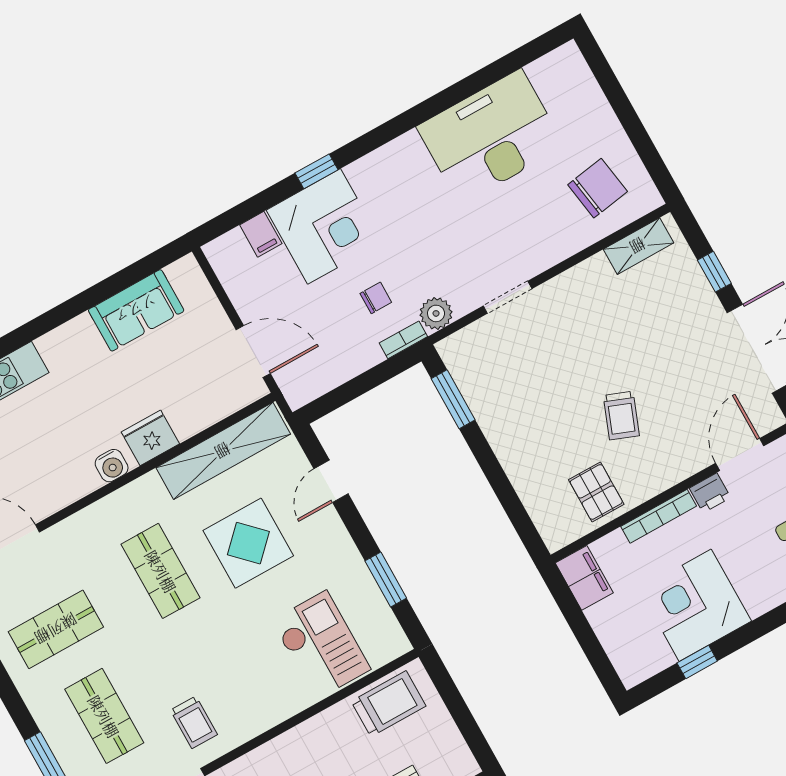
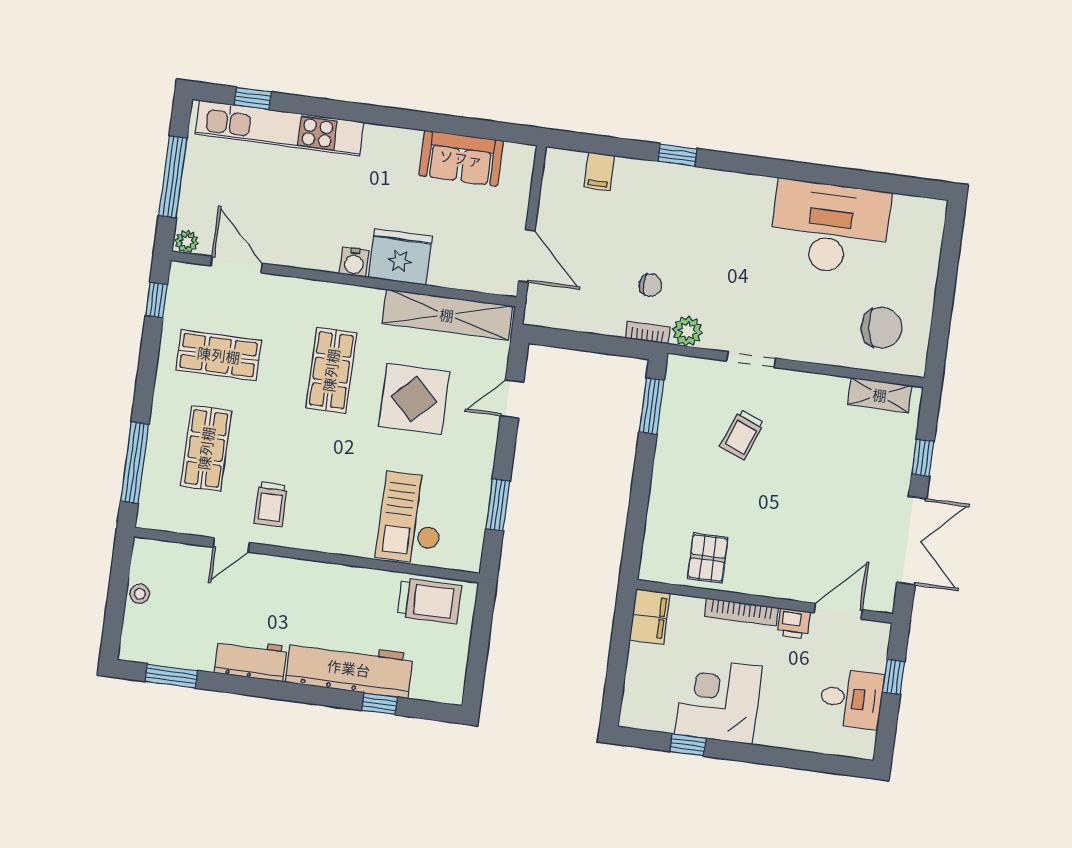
corner desk: (324, 226) -> (652, 201), removed
trolley: (621, 416) -> (742, 435), moved
fridge: (150, 438) -> (400, 257), width x1.36, depth x1.34
checkout: (321, 645) -> (411, 518), turned 180

